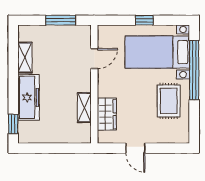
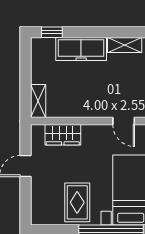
rug: (169, 101) -> (77, 202), turned 90
shelving: (84, 108) -> (38, 101), moved, turned 90

